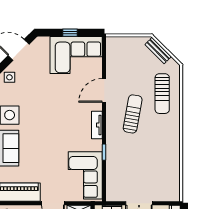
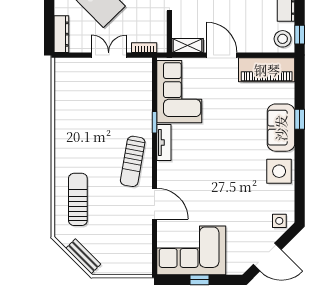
door: (104, 90) -> (154, 204), hinge flipped
sun lounger: (133, 114) -> (133, 161), moved
tv unit: (97, 125) -> (164, 142), moved

